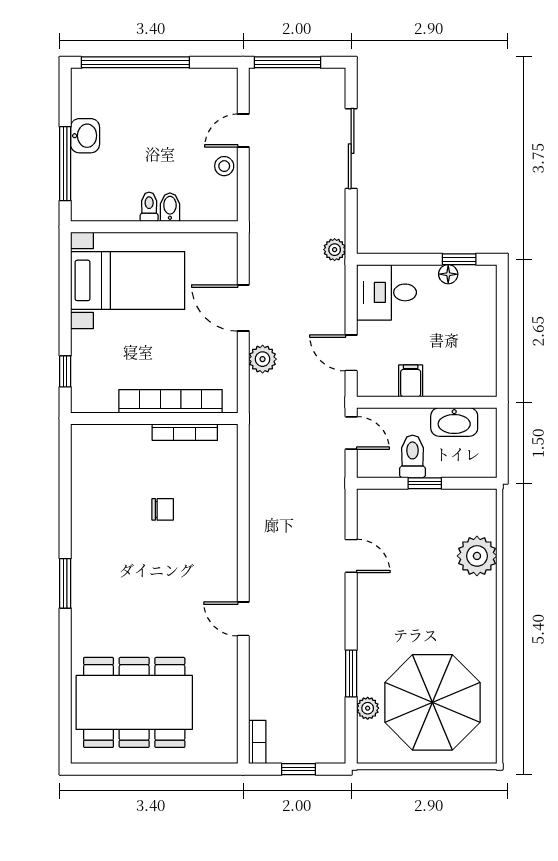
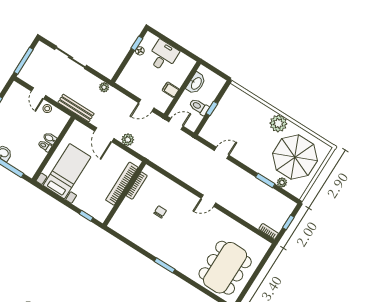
bench: (260, 221) -> (76, 108), added
desk: (386, 292) -> (163, 56), moved, turned 180
door: (243, 308) -> (104, 135), hinge flipped
plant: (477, 556) -> (278, 123), moved
door: (243, 619) -> (208, 201), moved

